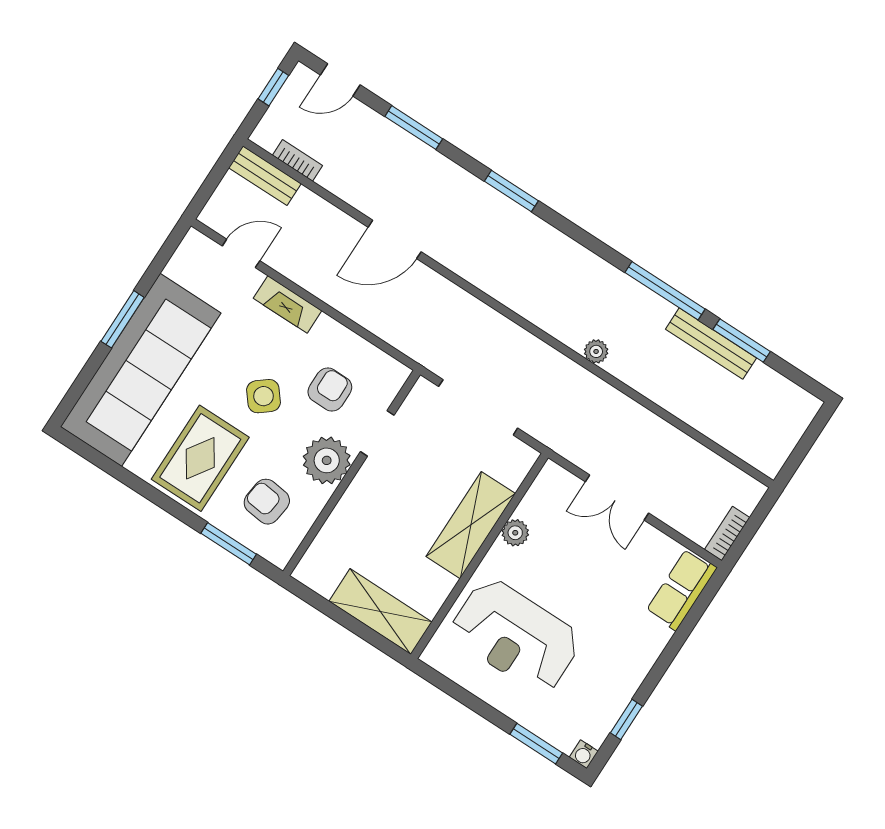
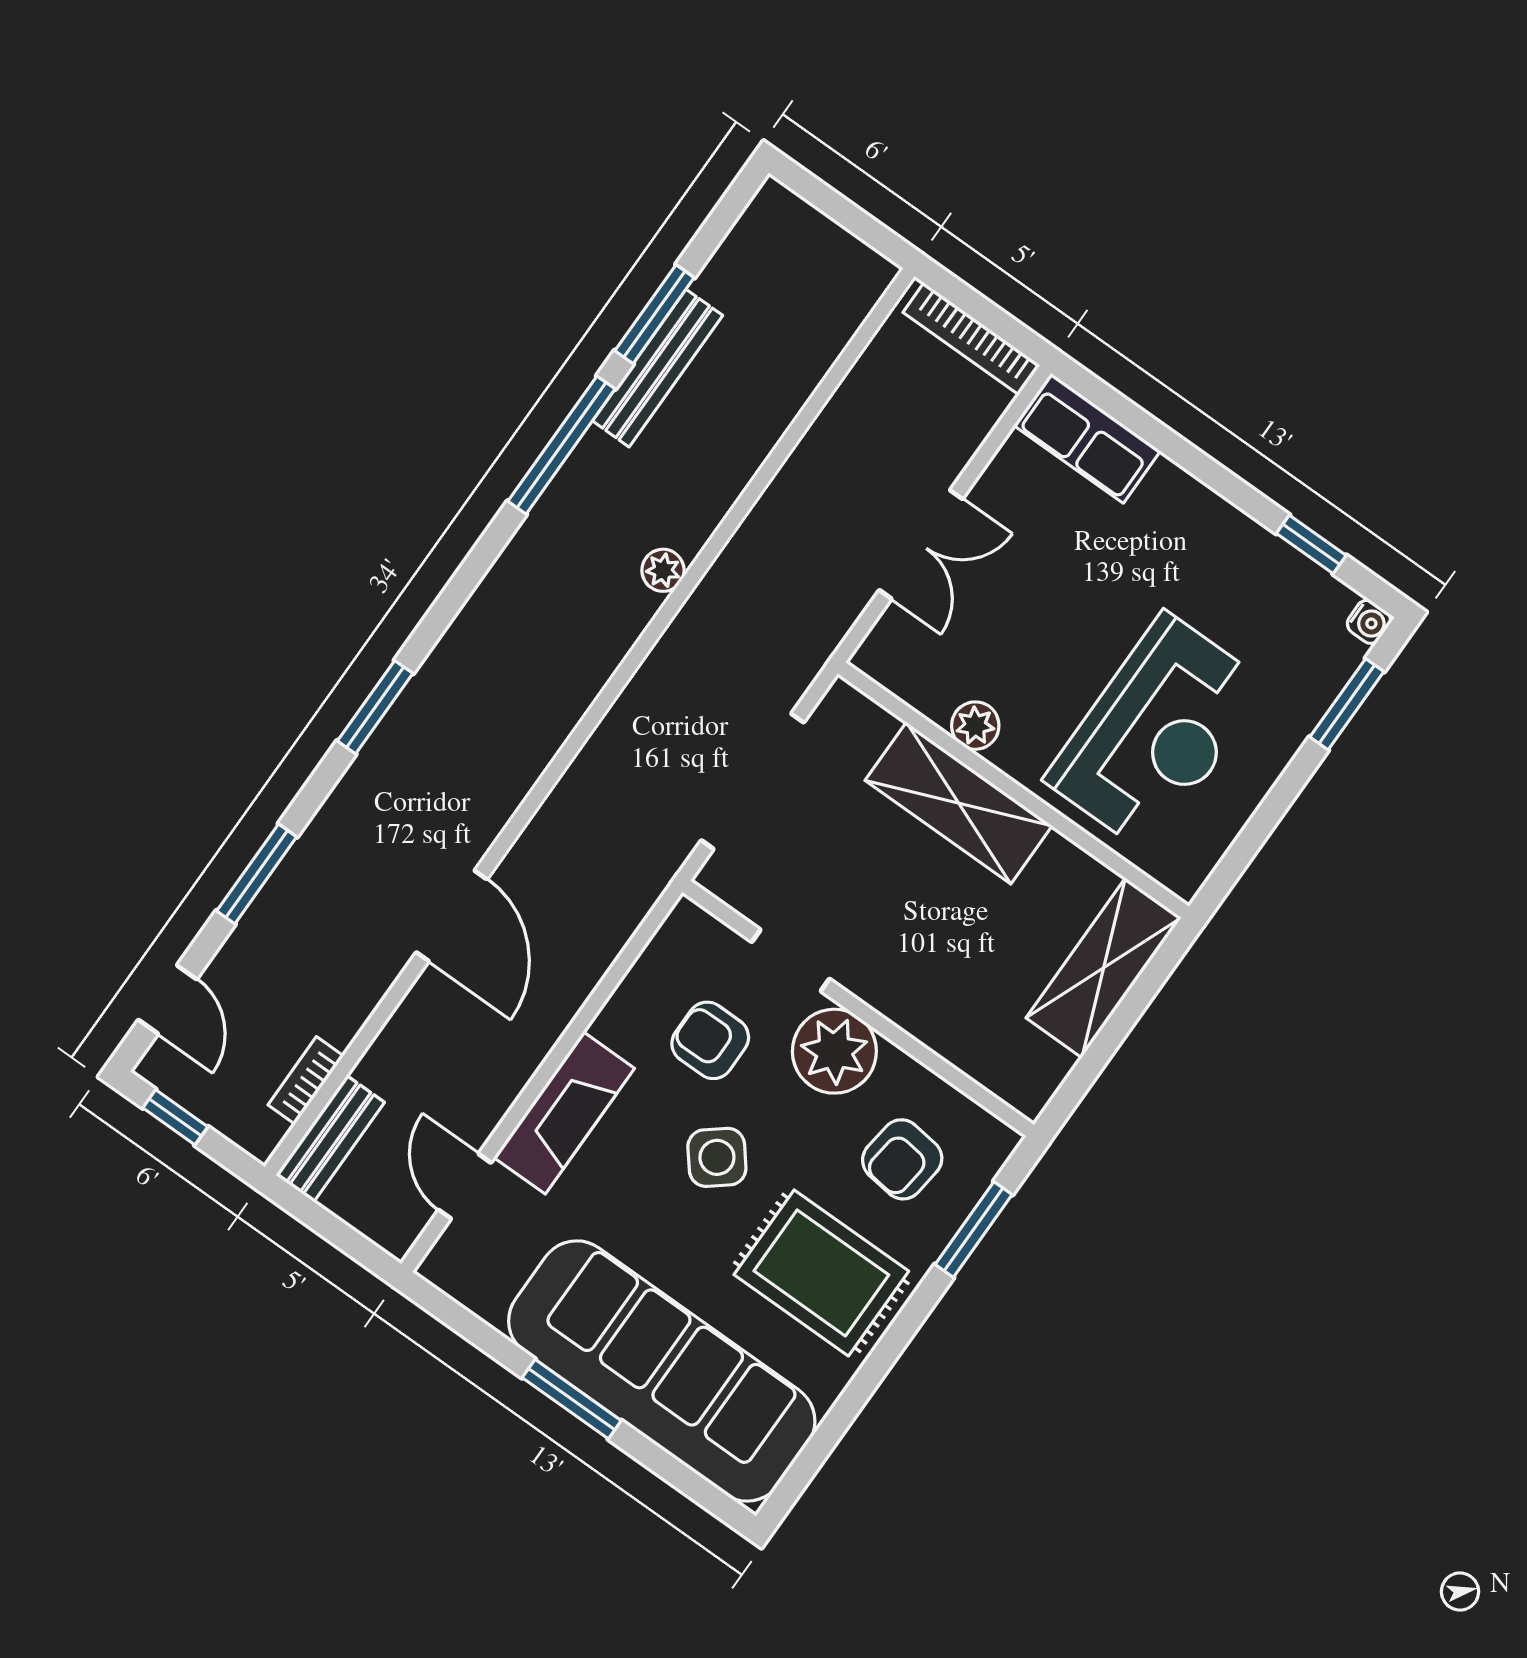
fireplace: (288, 304) -> (564, 1113), width x1.37, depth x1.32
bookcase: (727, 534) -> (971, 339), width x1.56

